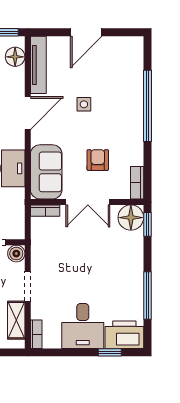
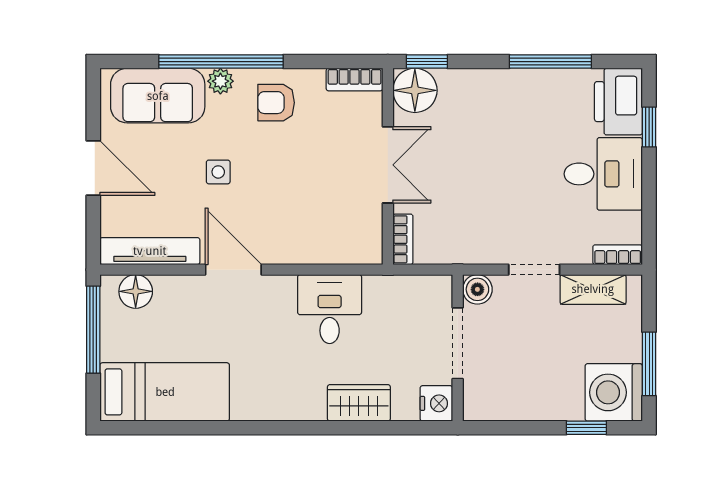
plant: (136, 106) -> (220, 81), added
armchair: (98, 160) -> (276, 103), moved
sofa: (46, 172) -> (158, 96), moved, turned 180

